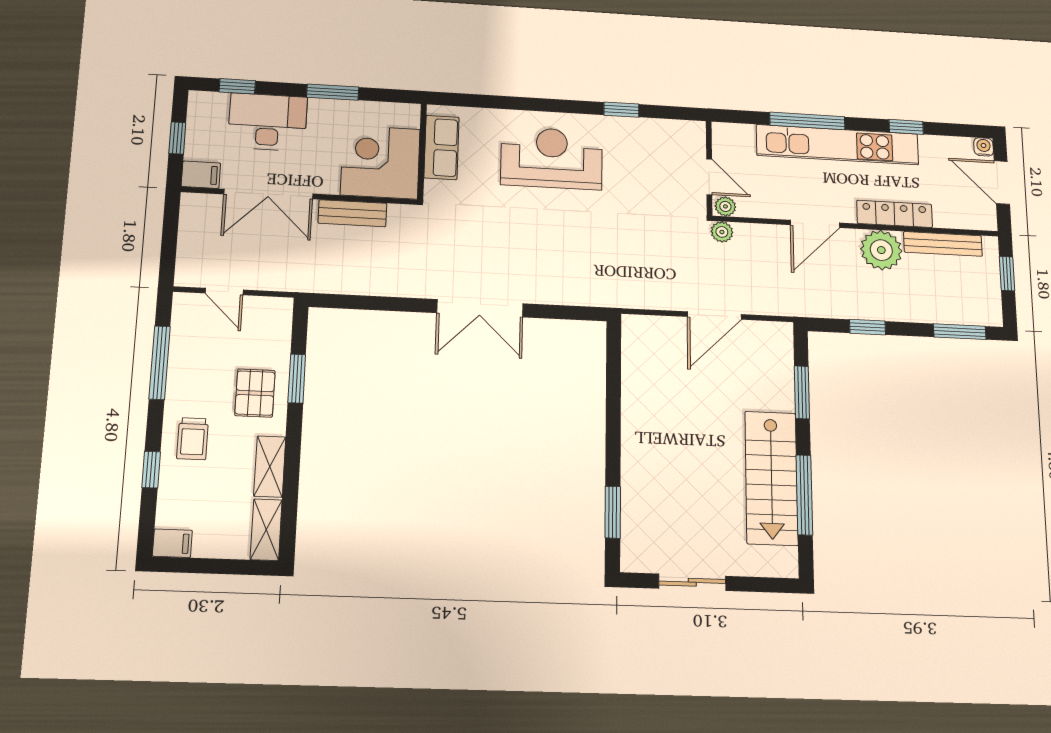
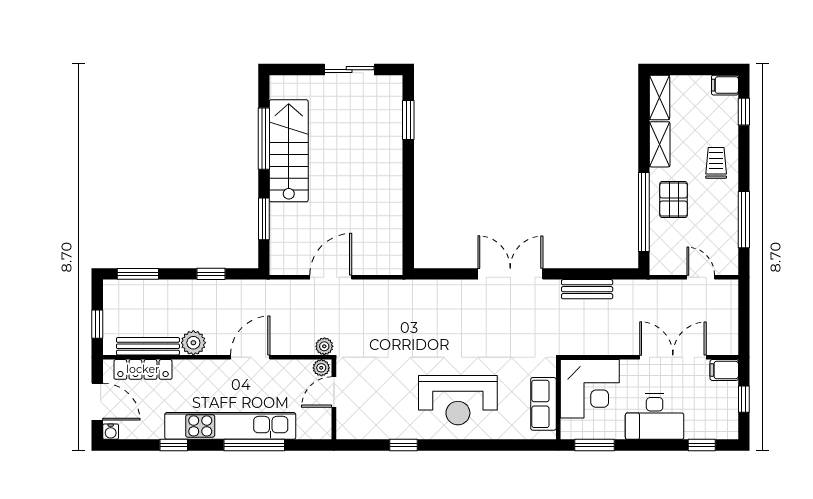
window: (333, 92) -> (595, 445), moved
desk: (268, 122) -> (655, 417), moved
door: (709, 177) -> (334, 392), hinge flipped
bench: (352, 213) -> (587, 289), moved
locker: (895, 214) -> (143, 369), moved
plant: (881, 250) -> (193, 343), width x0.73, depth x0.73
window: (297, 379) -> (644, 212), width x2.11
window: (151, 470) -> (744, 112), moved

